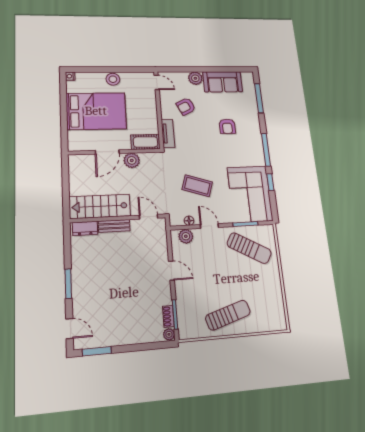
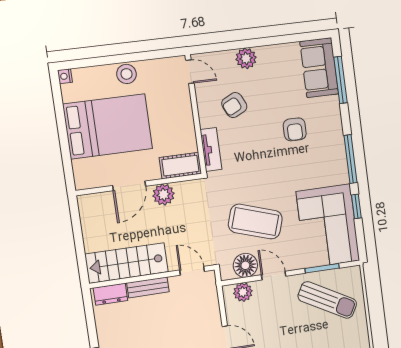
sofa: (223, 82) -> (319, 68), moved, turned 90
coffee table: (197, 186) -> (255, 222), width x1.36, depth x1.32
floor lamp: (189, 221) -> (245, 265), width x1.89, depth x1.89

